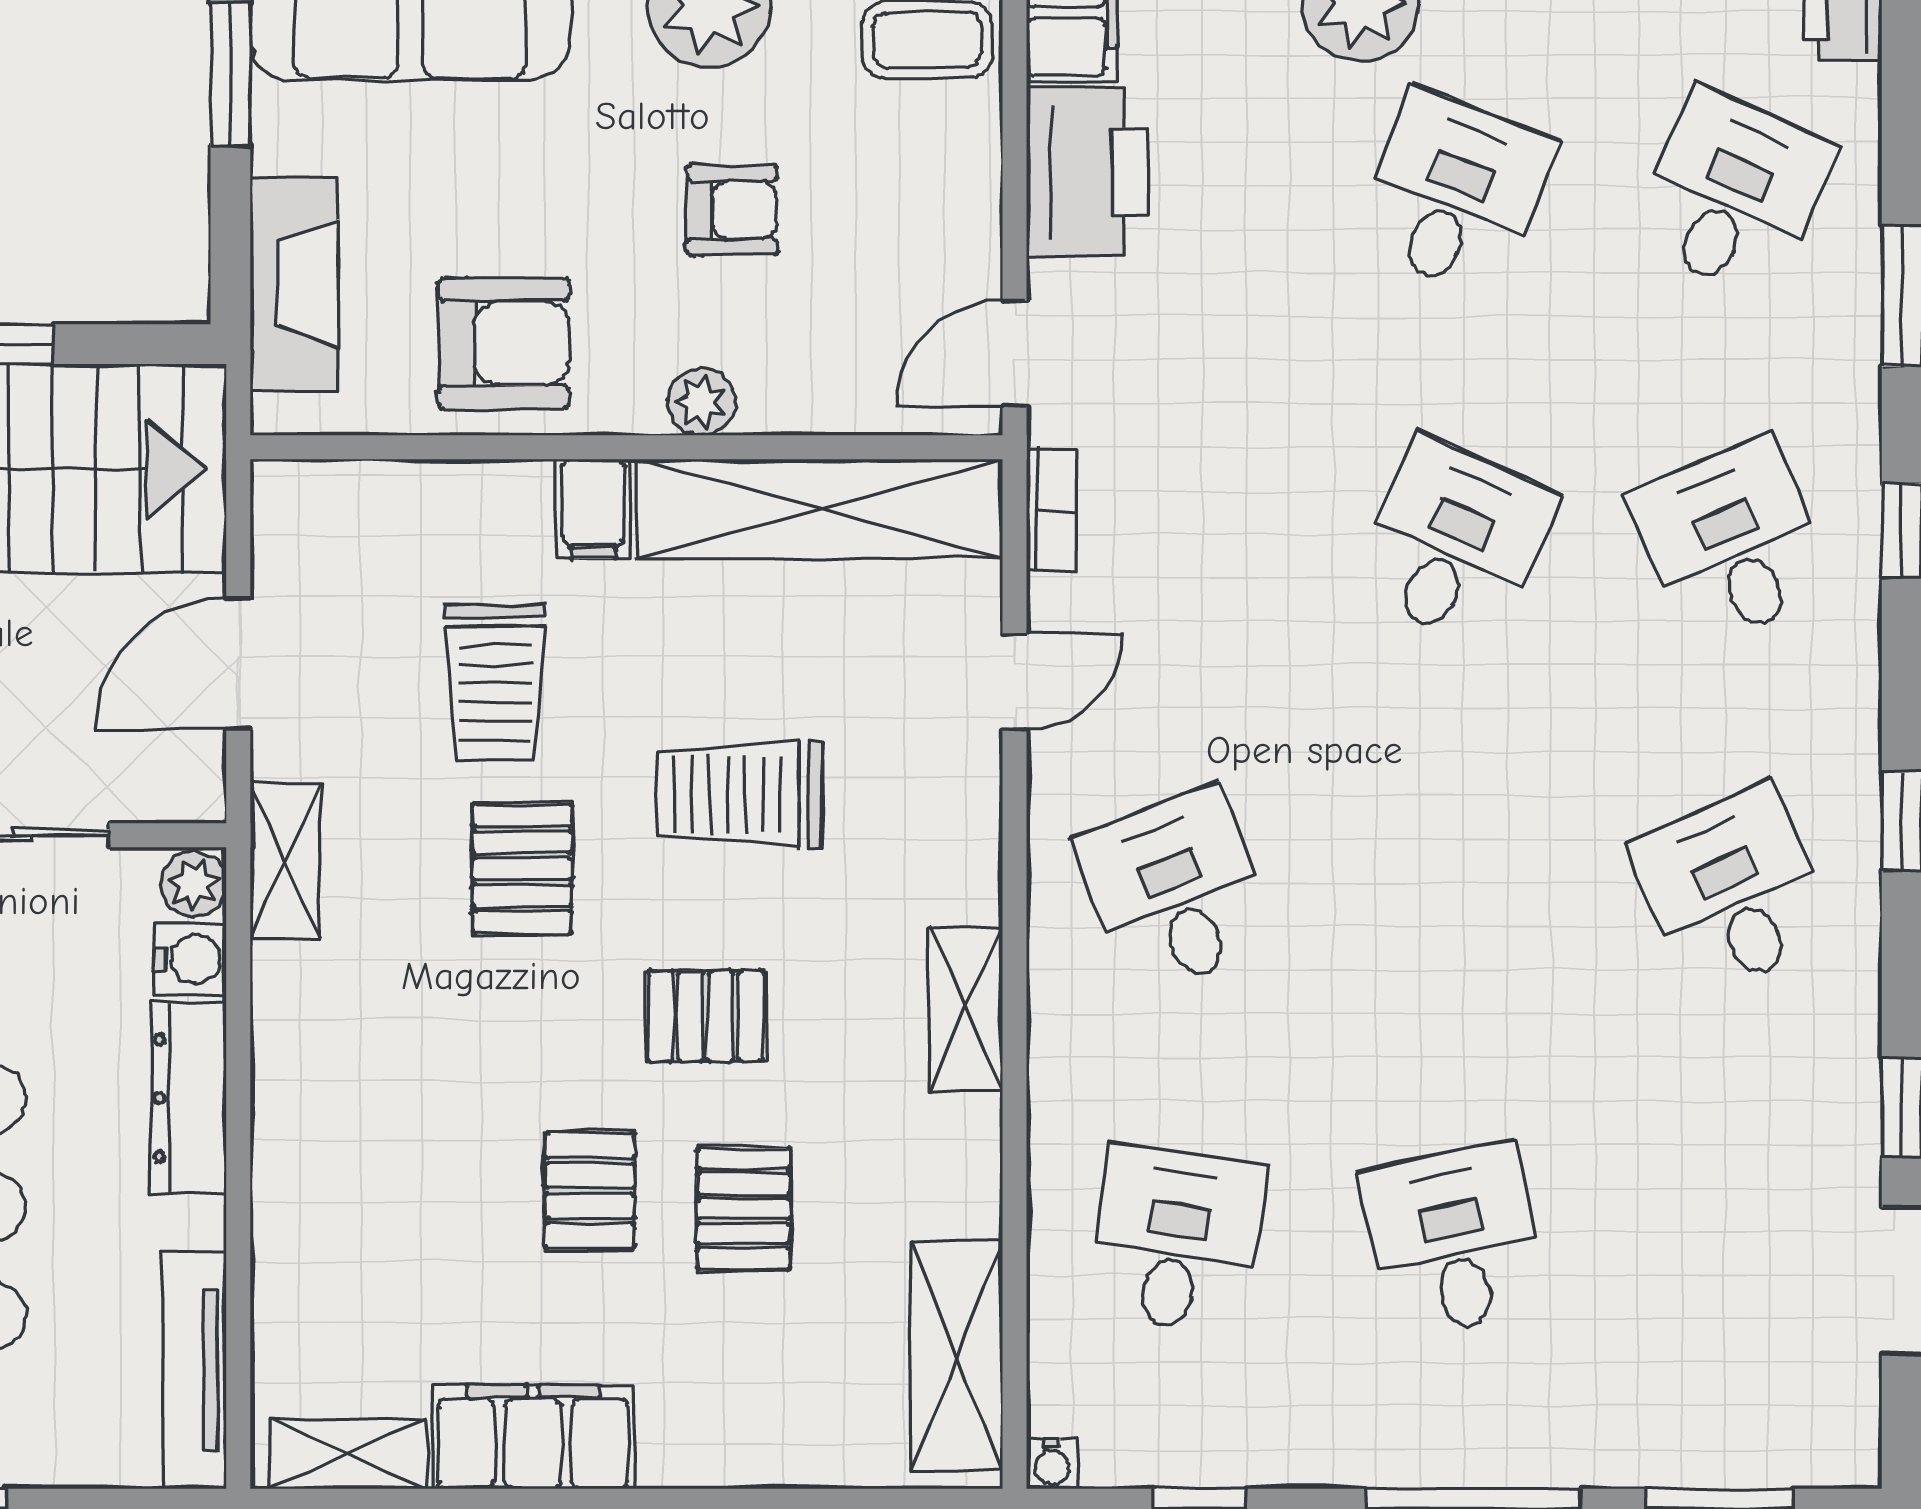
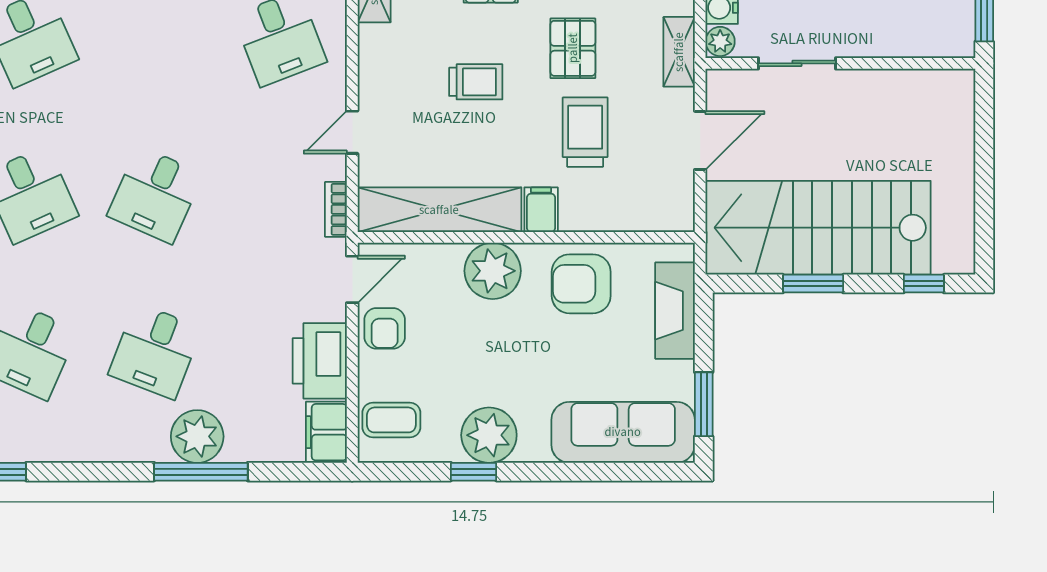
armchair: (732, 210) -> (385, 328), moved, turned -90
plant: (701, 402) -> (493, 271), width x1.88, depth x1.88
trolley: (739, 794) -> (476, 82), width x0.73, depth x0.72

